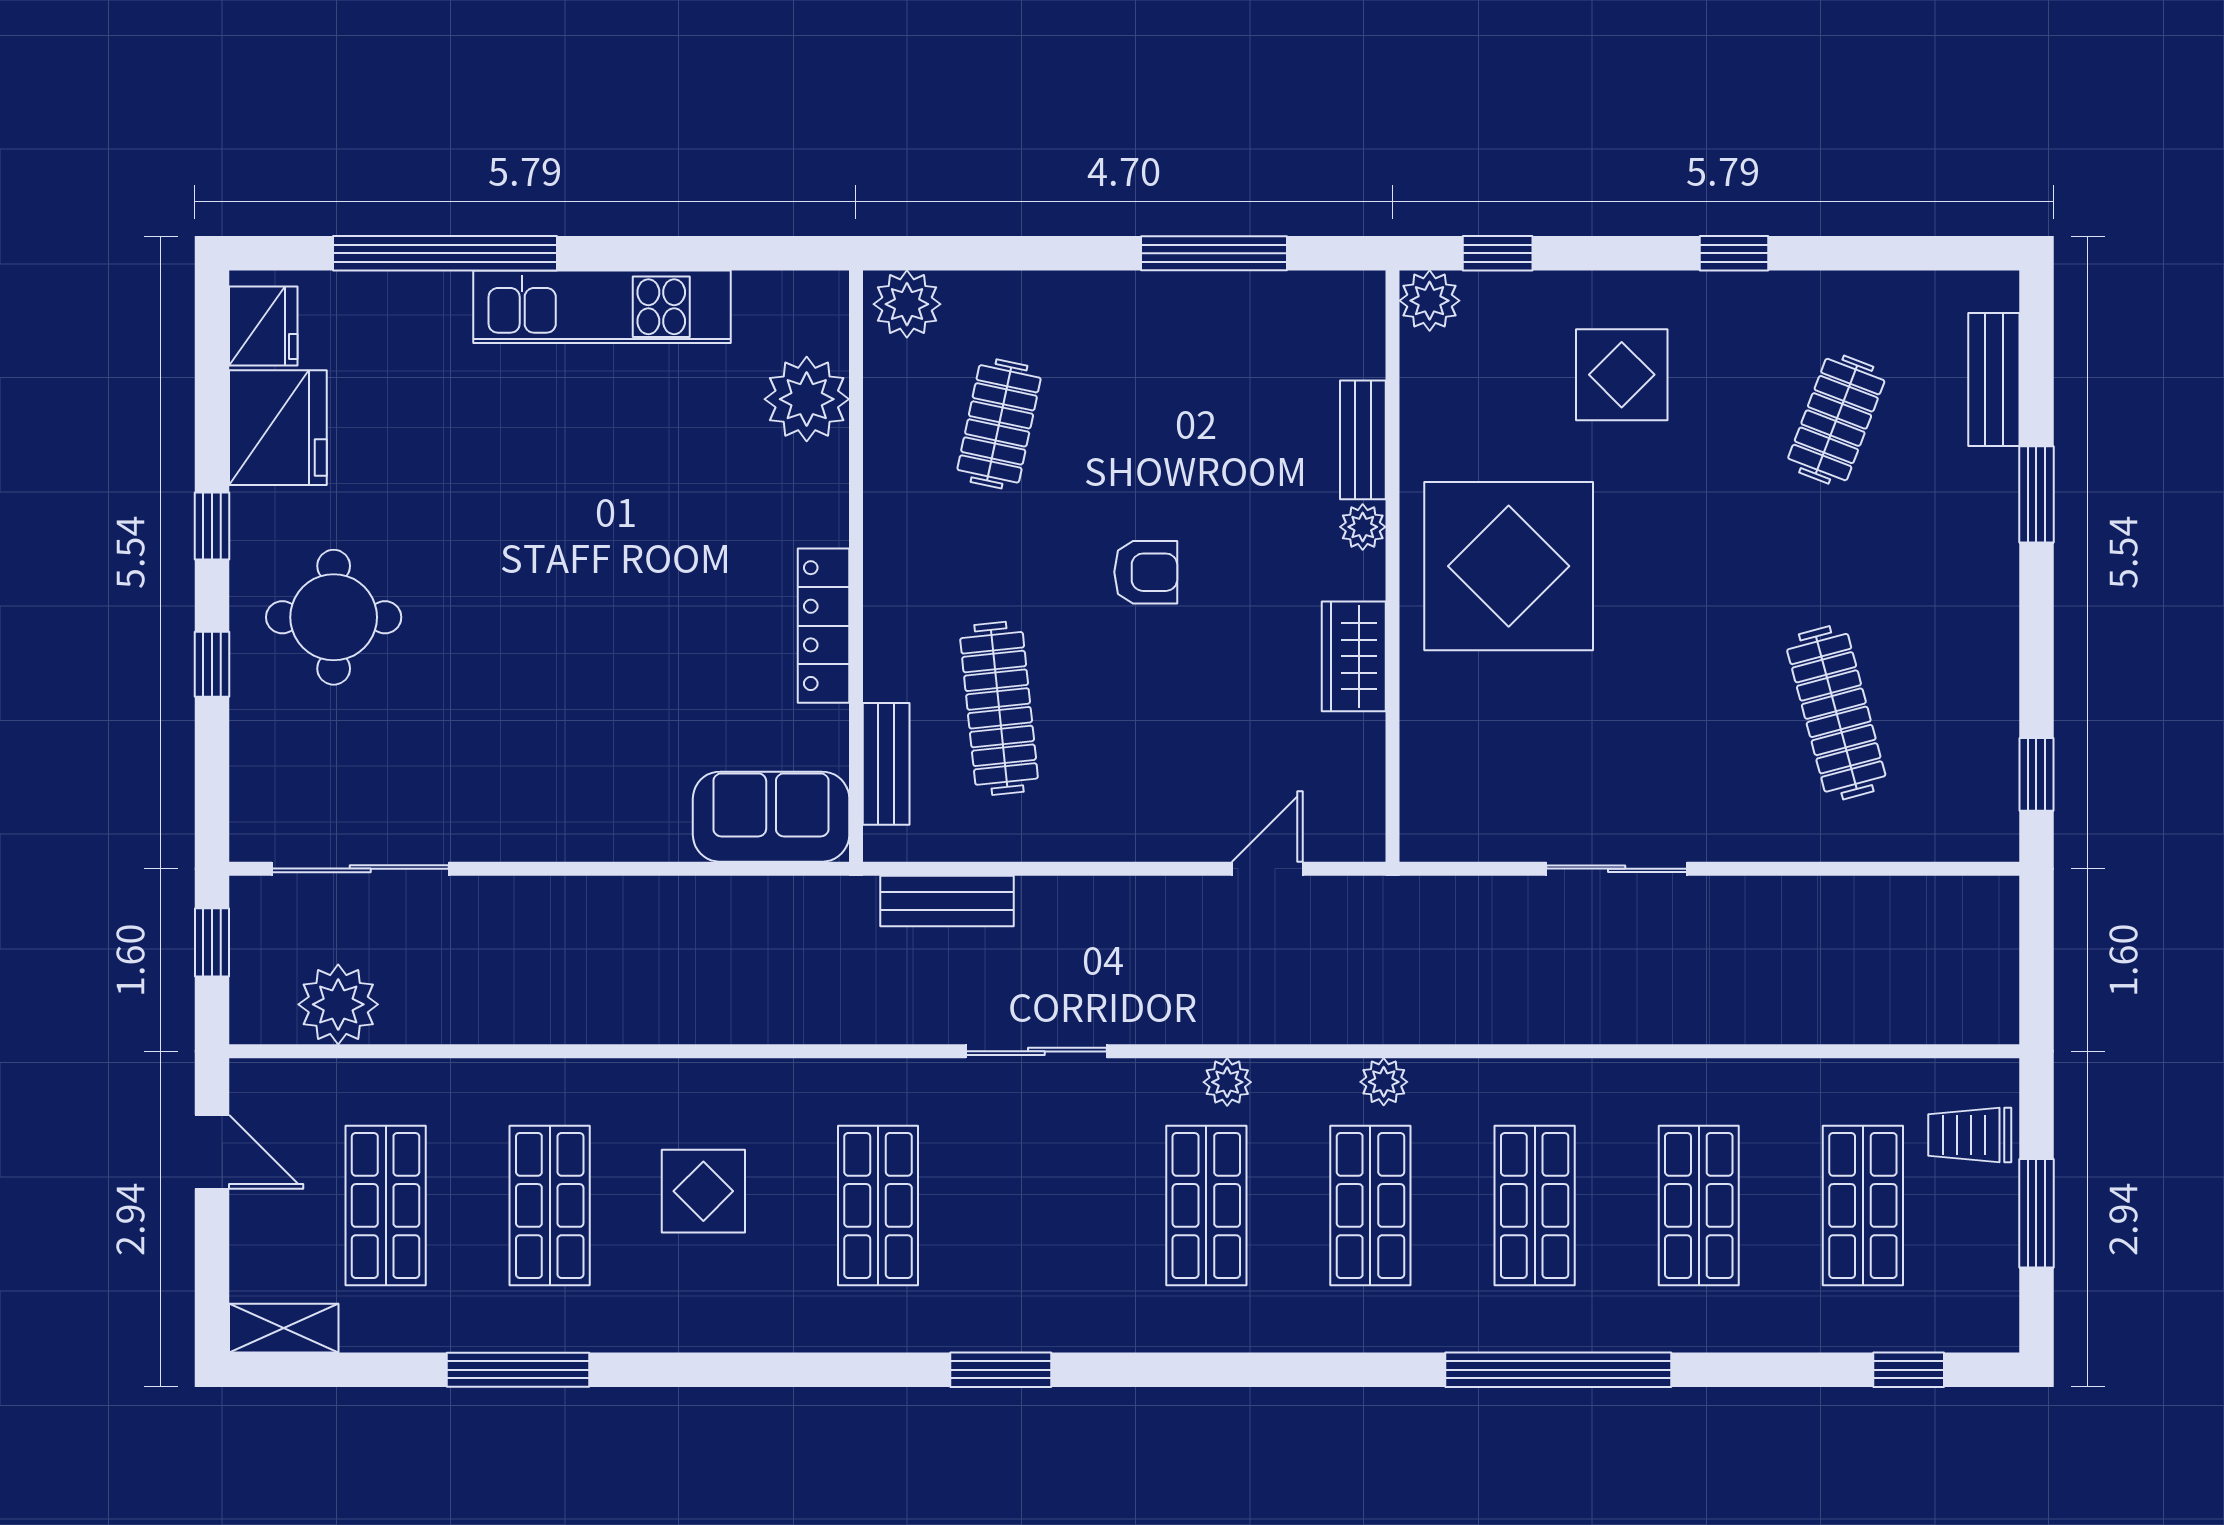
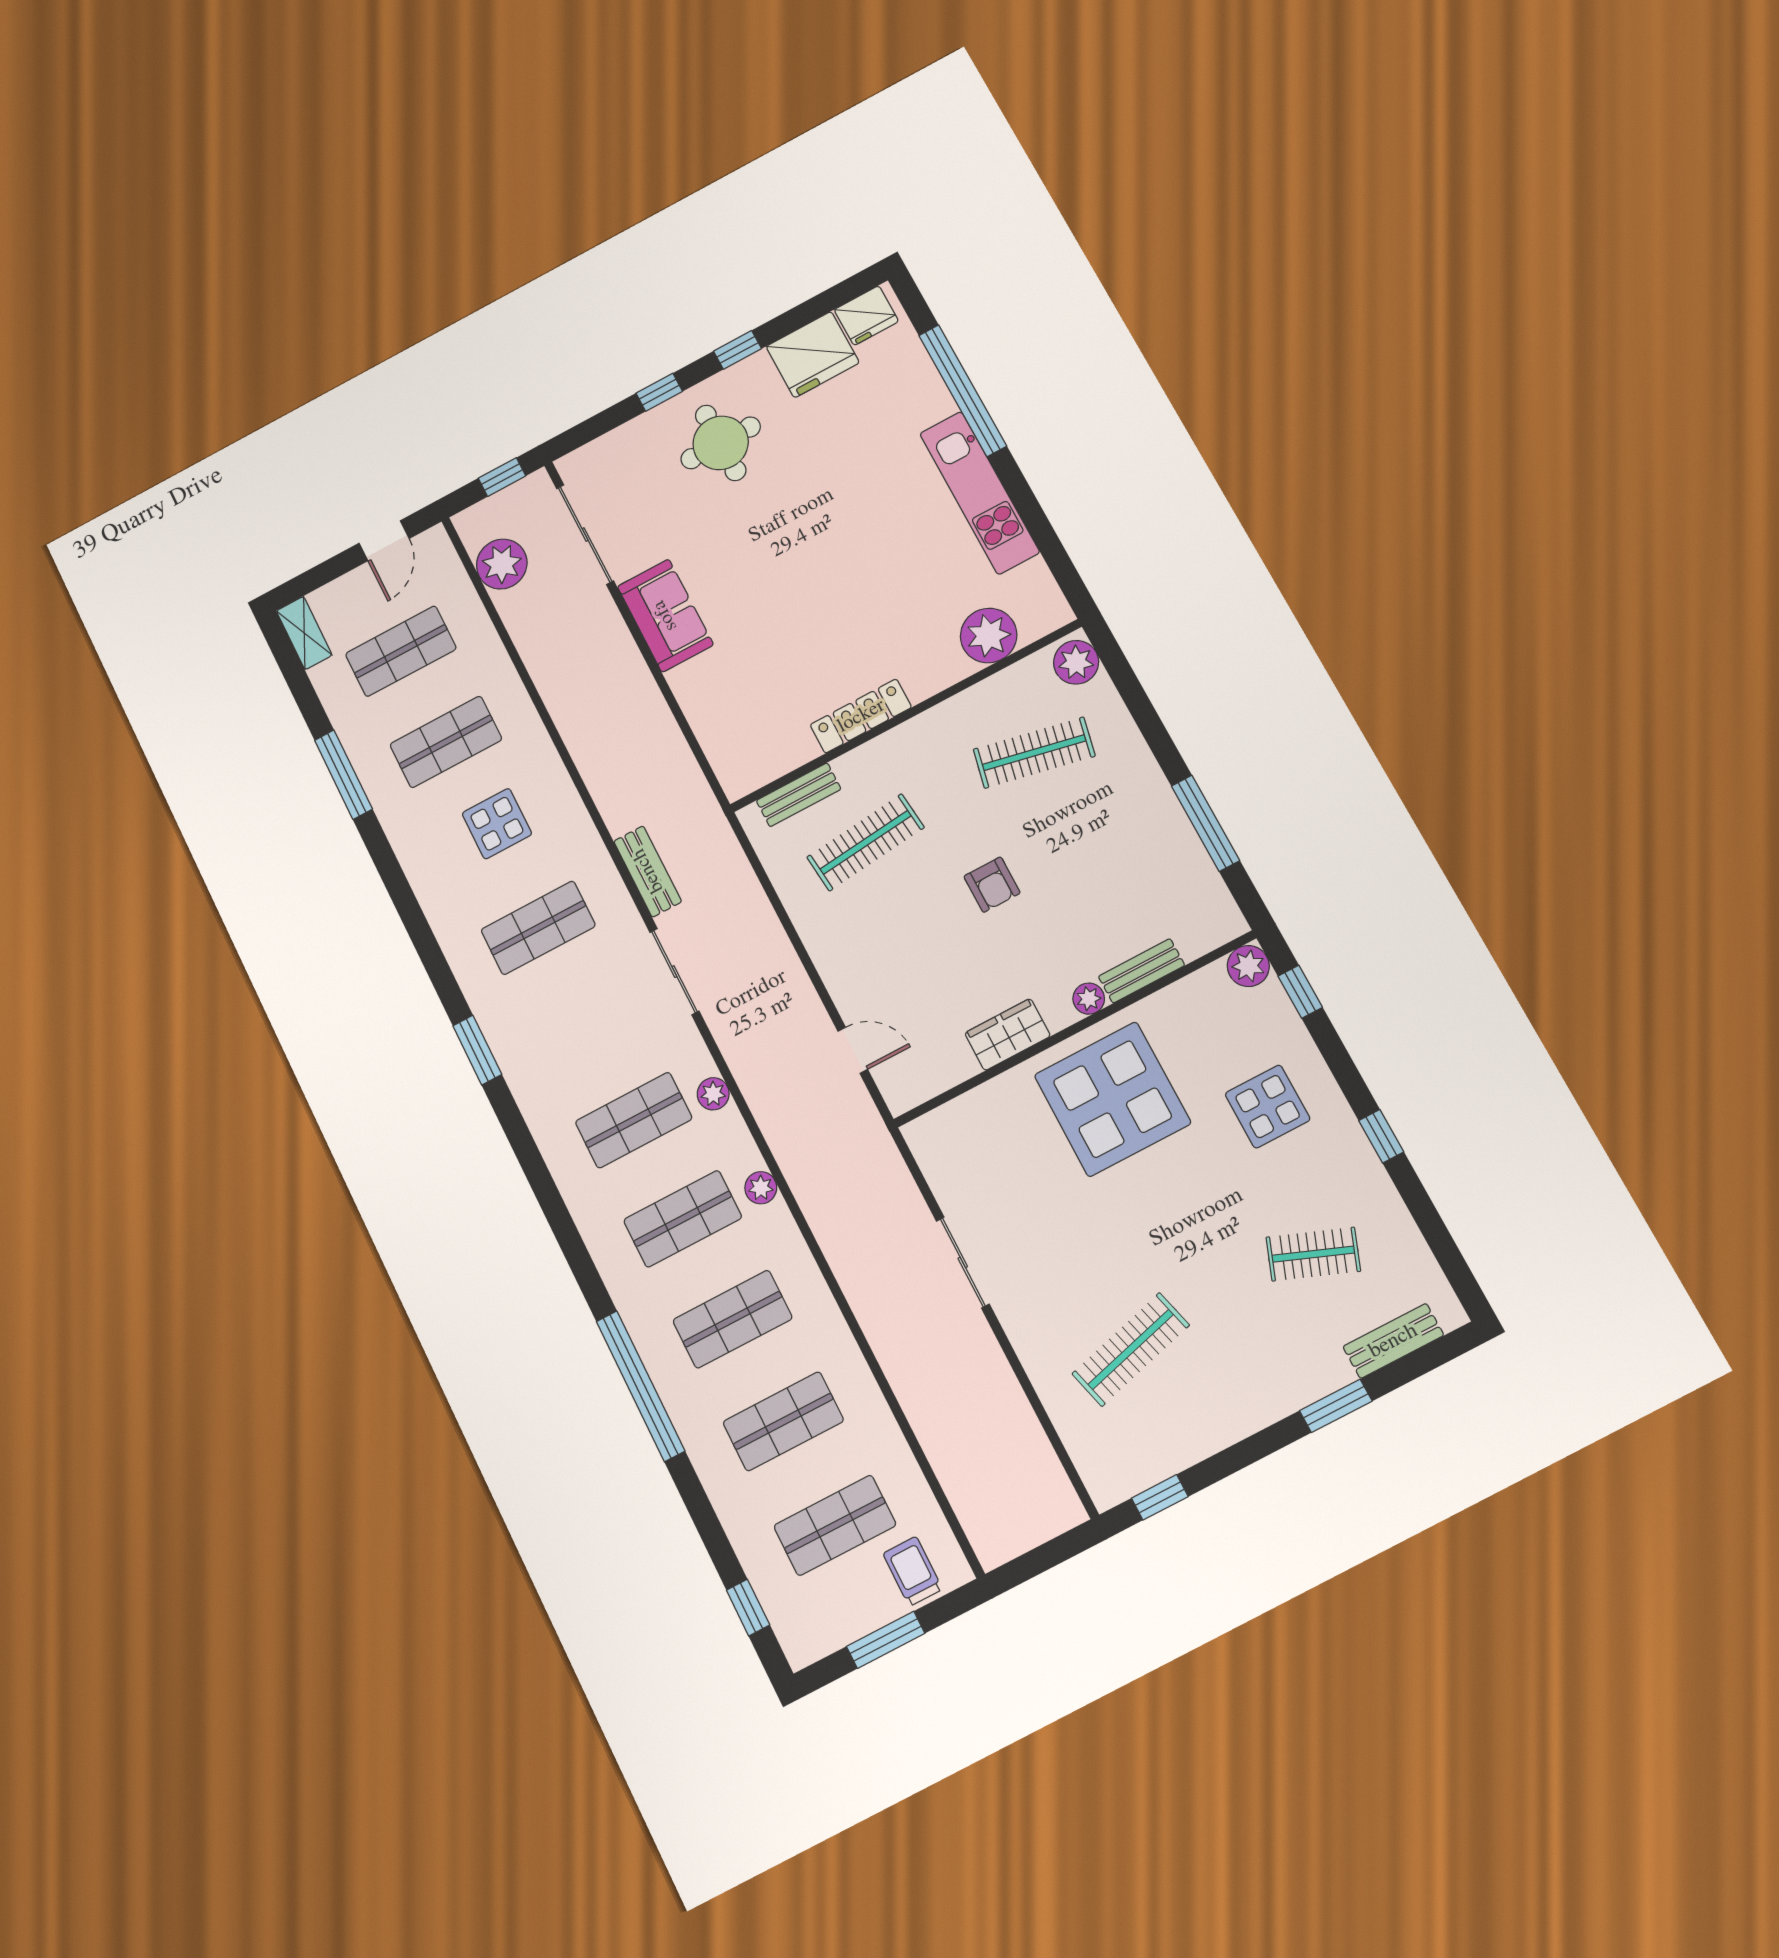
clothes rail: (999, 424) -> (1034, 753), width x1.36
sofa: (771, 817) -> (665, 616), moved
bench: (947, 901) -> (648, 871), moved

